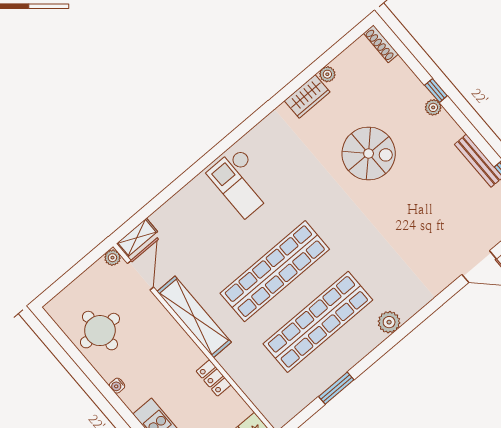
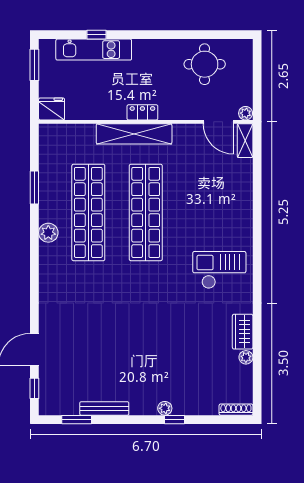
spiral stairs: (369, 154) -> (171, 340), removed
checkout: (242, 182) -> (219, 270), moved
shelving: (194, 317) -> (134, 134), moved
plant: (389, 322) -> (48, 233), moved
locker: (214, 378) -> (142, 112), moved
water cooler: (117, 386) -> (159, 45), removed

